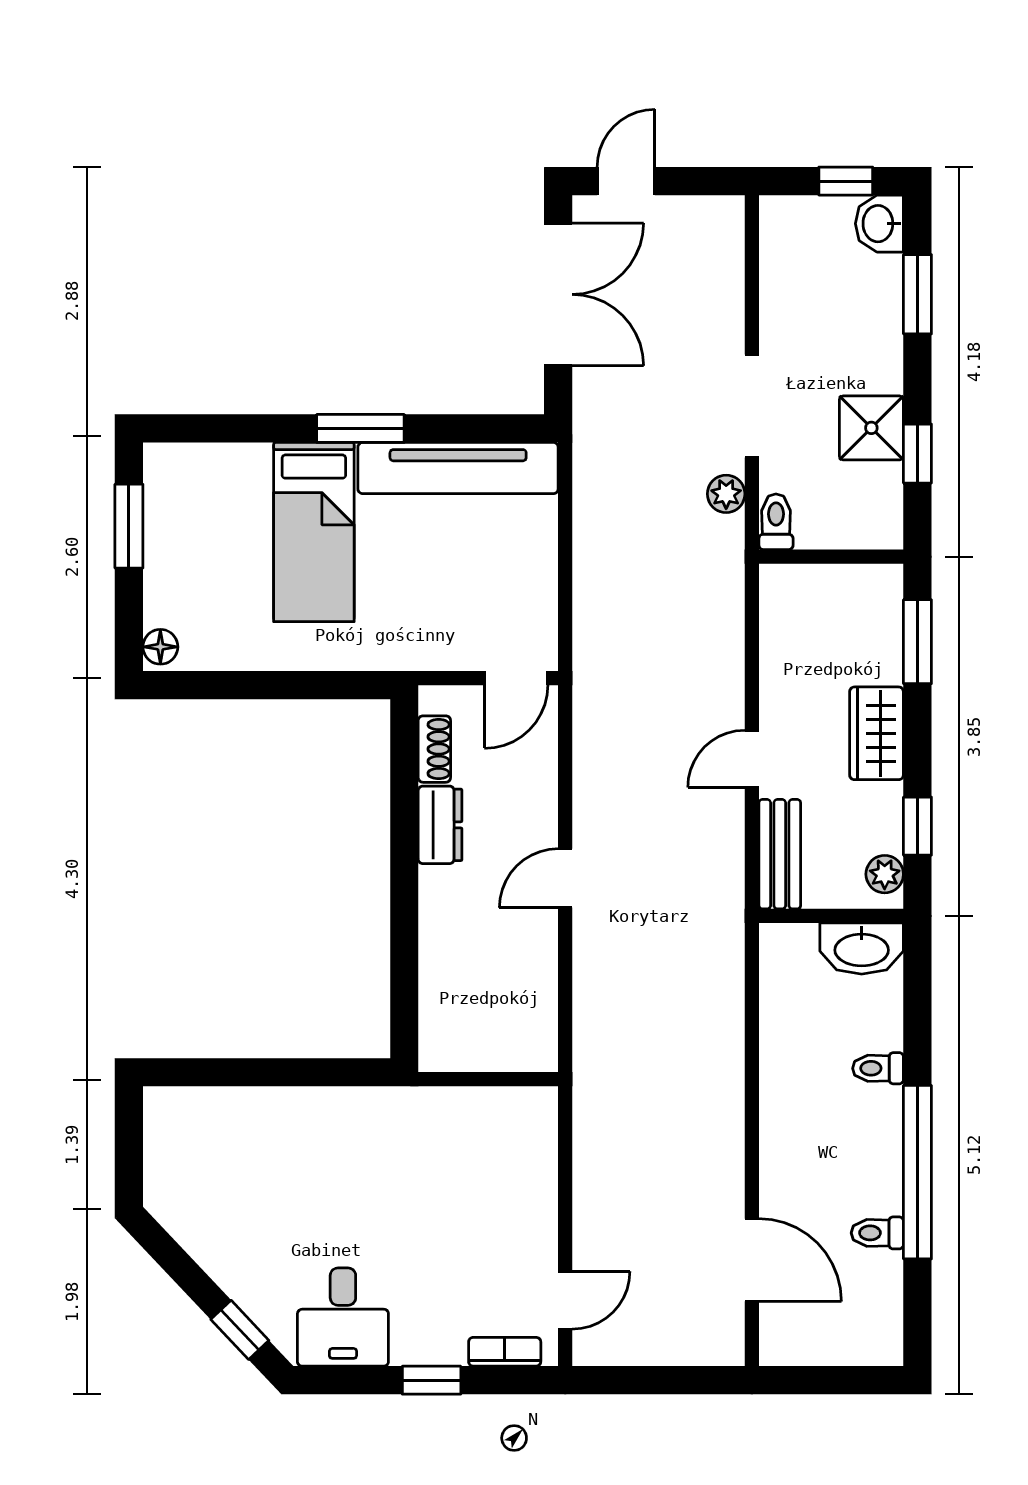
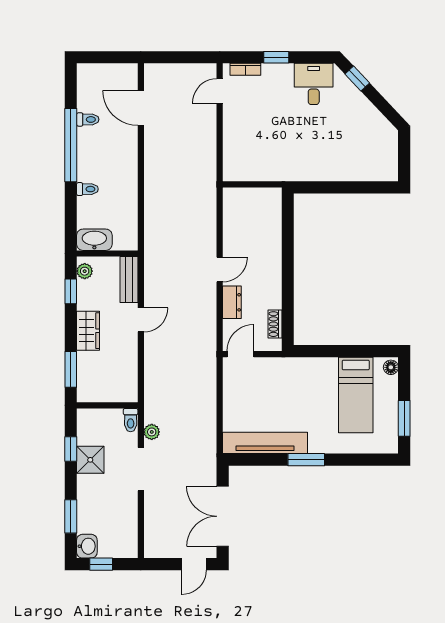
bed: (314, 532) -> (356, 395), moved, turned 180
dresser: (440, 825) -> (232, 302), moved, turned 180

